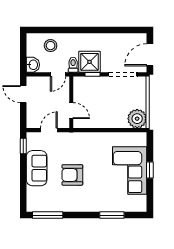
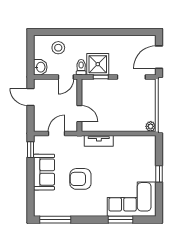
plant: (137, 119) -> (151, 126), width x0.53, depth x0.53
tv unit: (91, 137) -> (99, 141), added
corner sofa: (130, 170) -> (132, 199), moved, turned 90

